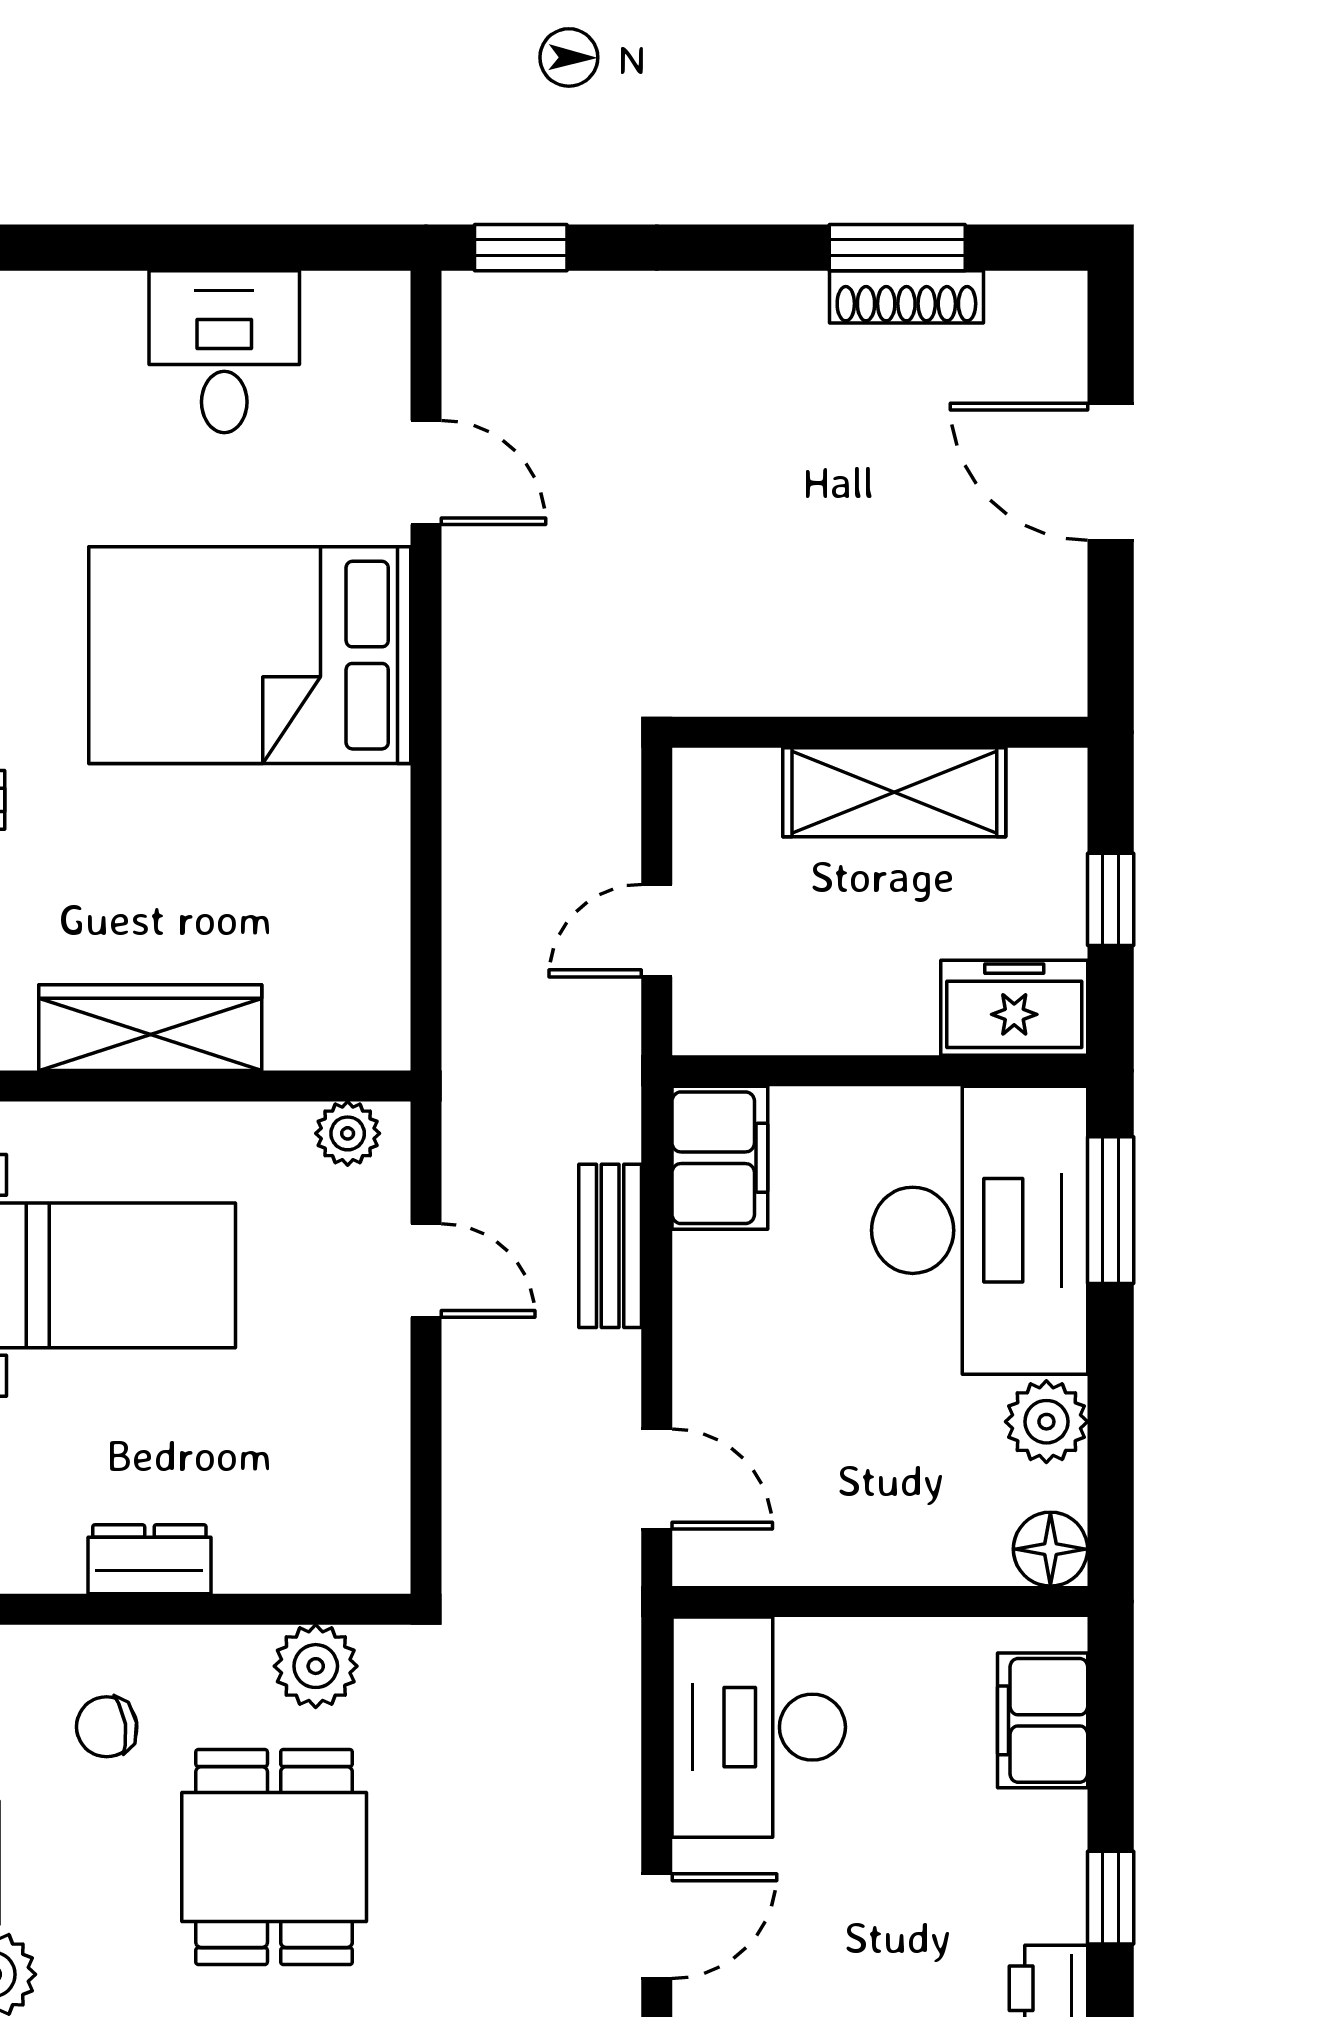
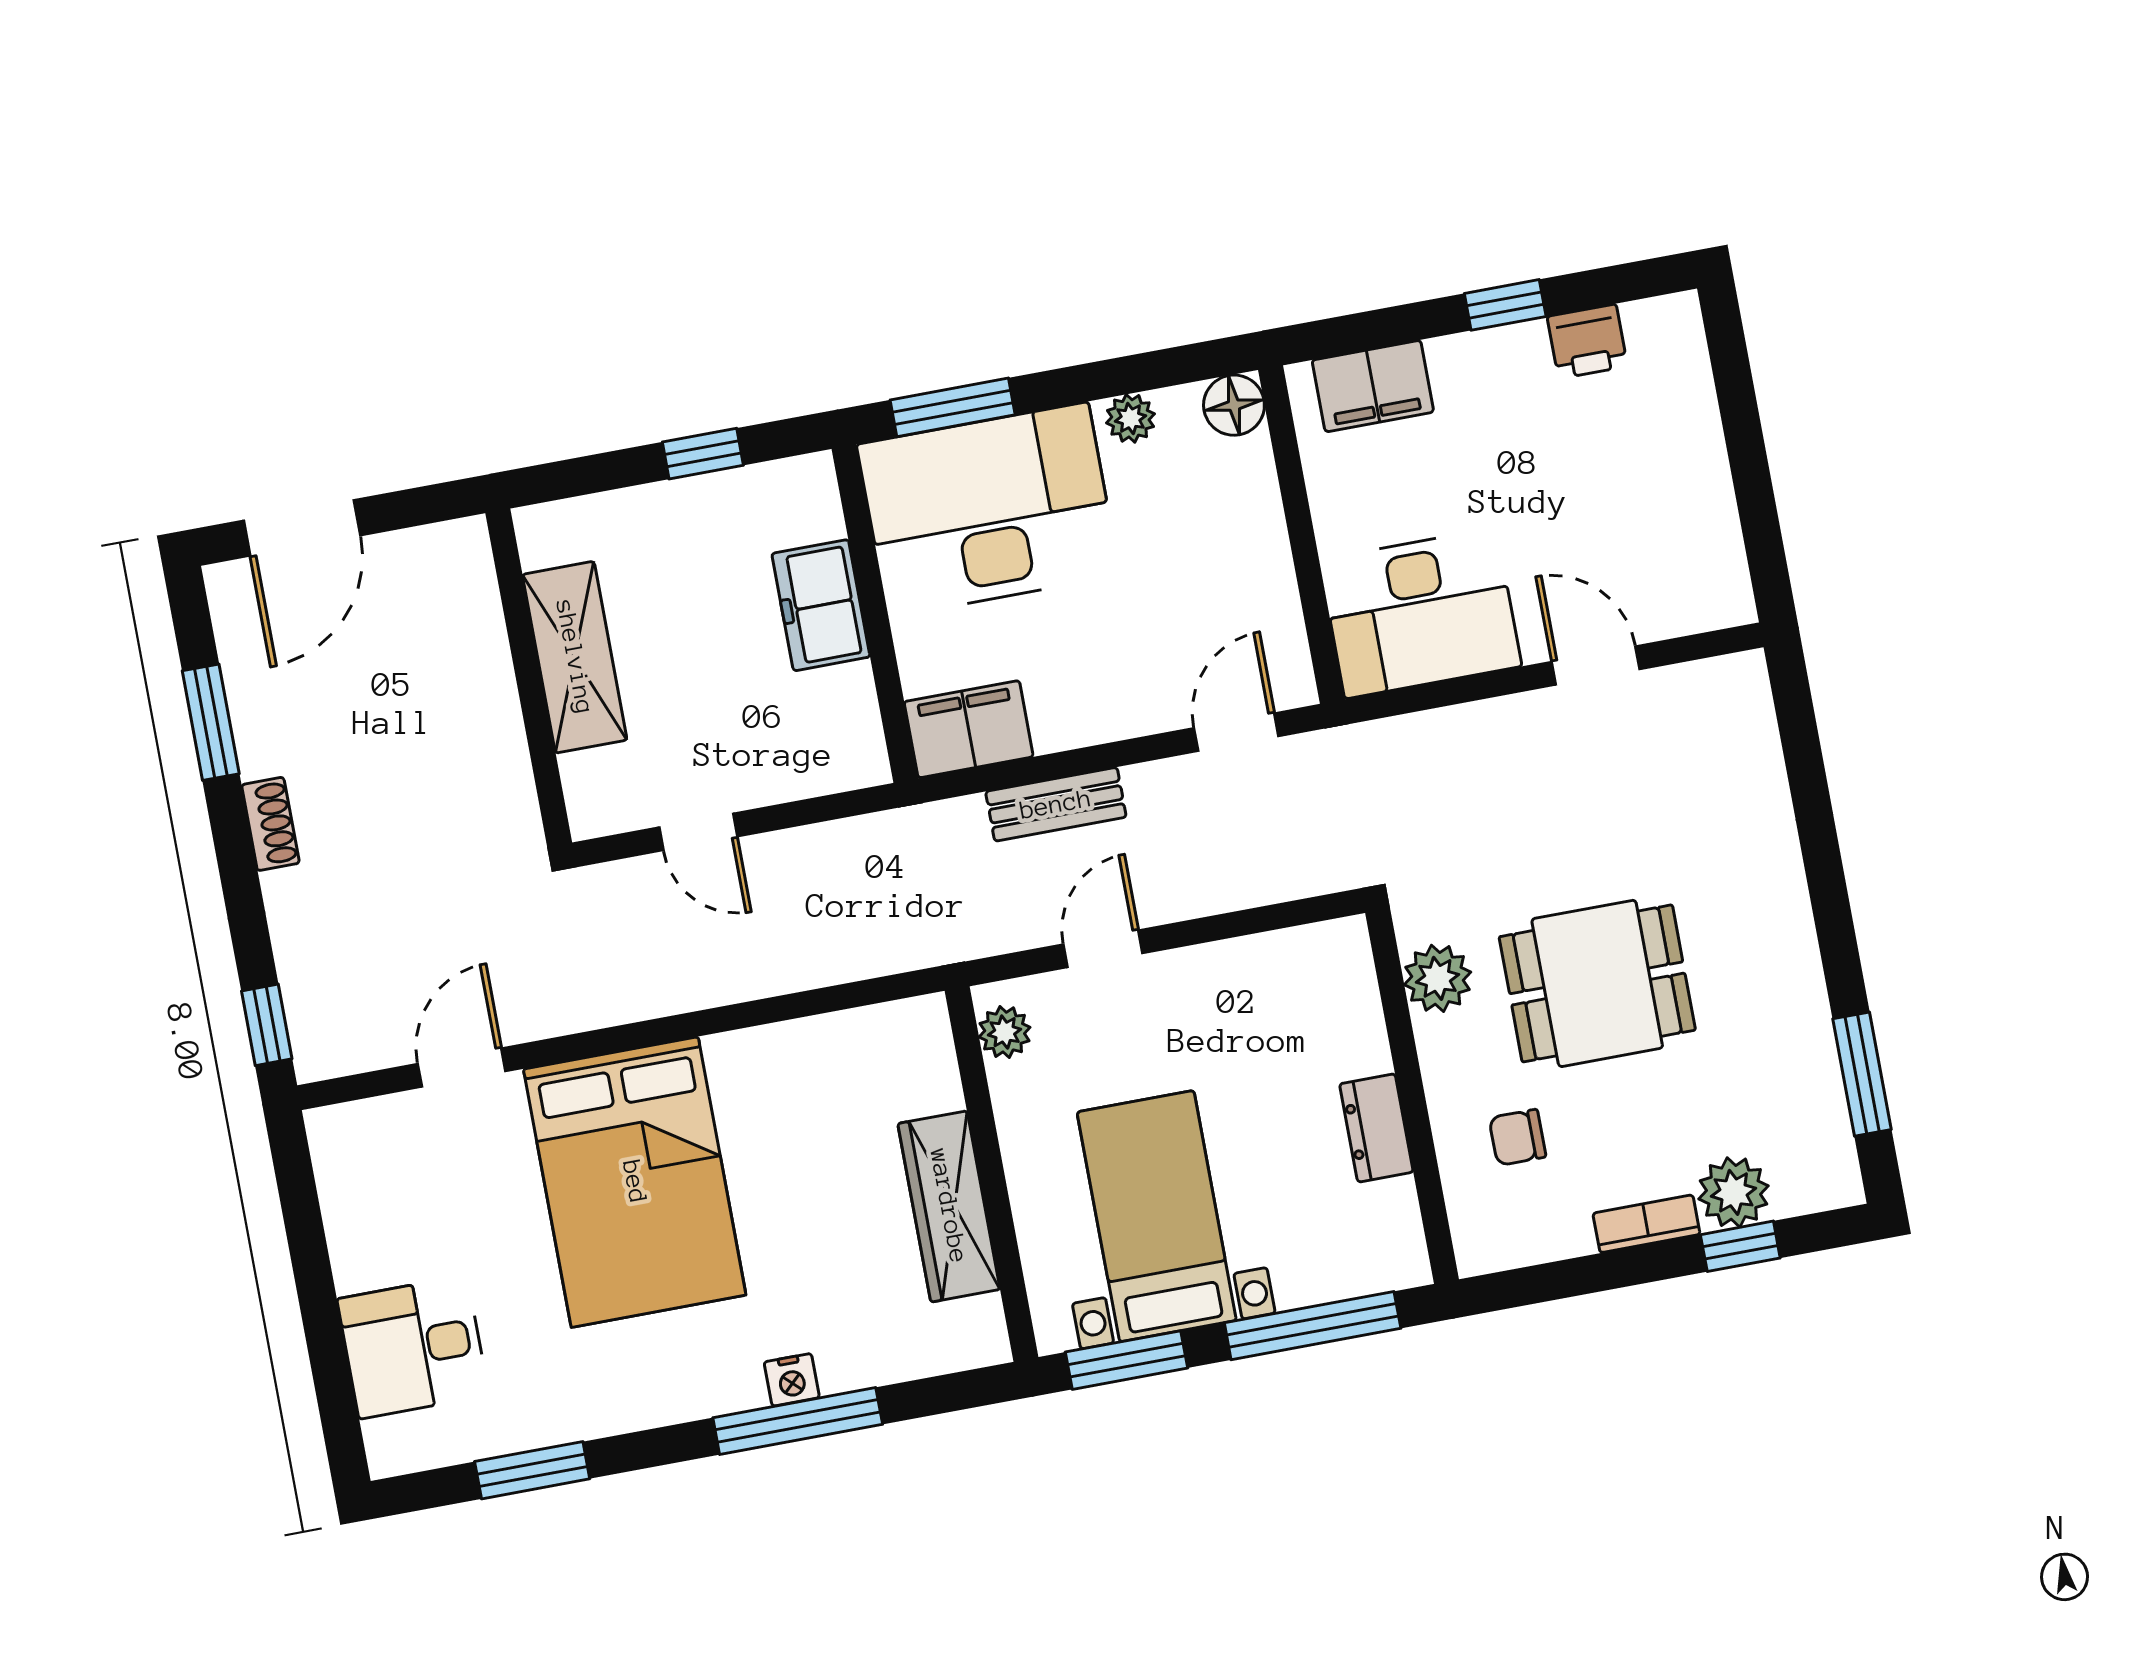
shoe rack: (906, 297) -> (270, 824), moved, width x0.70
desk: (224, 352) -> (413, 1347), moved
door: (1111, 472) -> (302, 528), moved
wall: (880, 732) -> (529, 678), moved
shelving: (894, 792) -> (575, 657), moved
door: (657, 931) -> (698, 832), moved
freezer: (1014, 1008) -> (821, 605), moved
plant: (1046, 1422) -> (1130, 418), width x0.73, depth x0.73
chair: (107, 1727) -> (1517, 1137), turned 99

